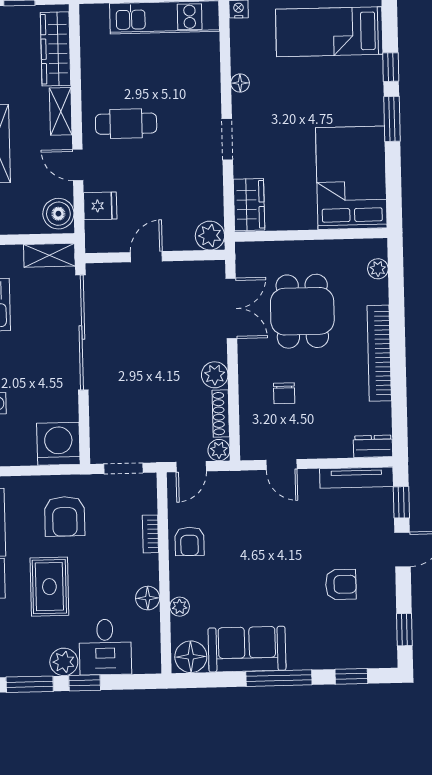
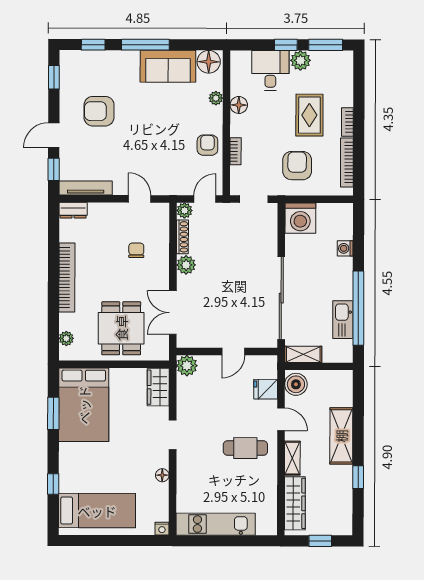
window: (392, 119) -> (53, 413), moved
dining table: (302, 311) -> (121, 328), moved
armchair: (341, 584) -> (99, 111), width x1.38, depth x1.38

